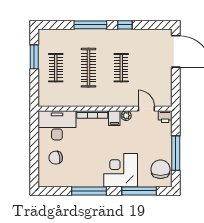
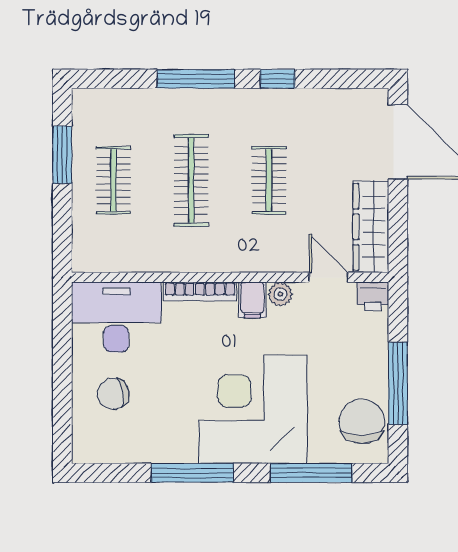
wardrobe: (164, 87) -> (371, 227), added
corner desk: (121, 170) -> (253, 409), width x1.36, depth x1.36

